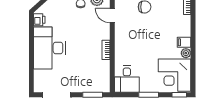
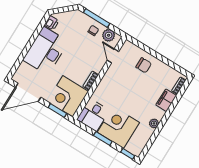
filing cabinet: (184, 42) -> (166, 100), moved, width x2.00
corner desk: (175, 75) -> (118, 127), moved, turned 90
corner desk: (94, 76) -> (68, 96), added

